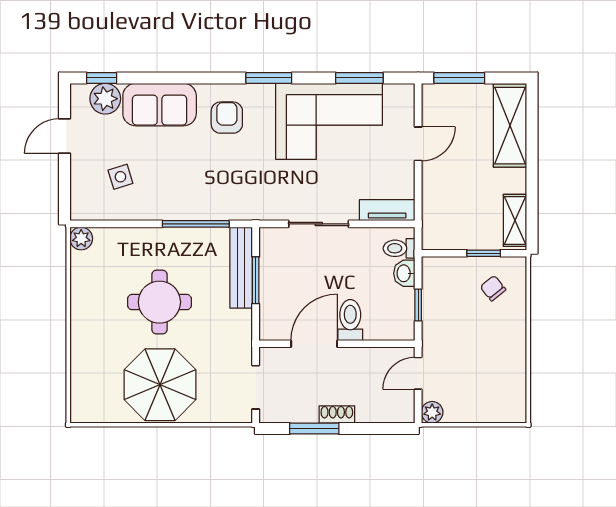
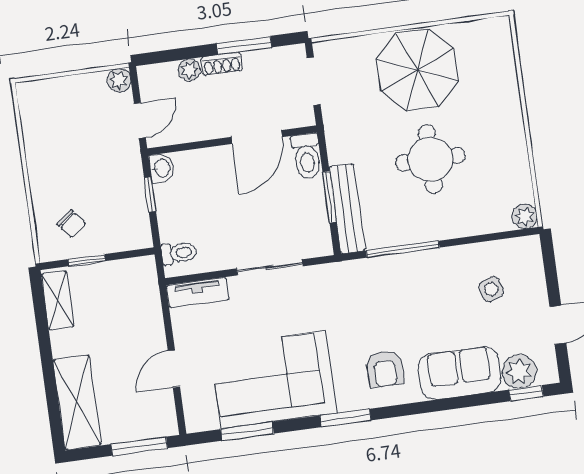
washbasin: (404, 273) -> (162, 168), moved
toilet: (350, 320) -> (307, 156), moved
plant: (367, 413) -> (189, 70), added

